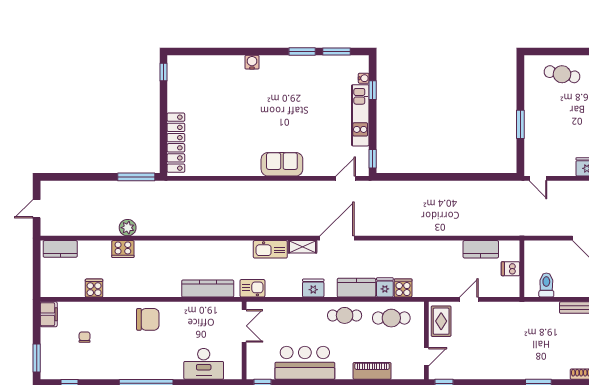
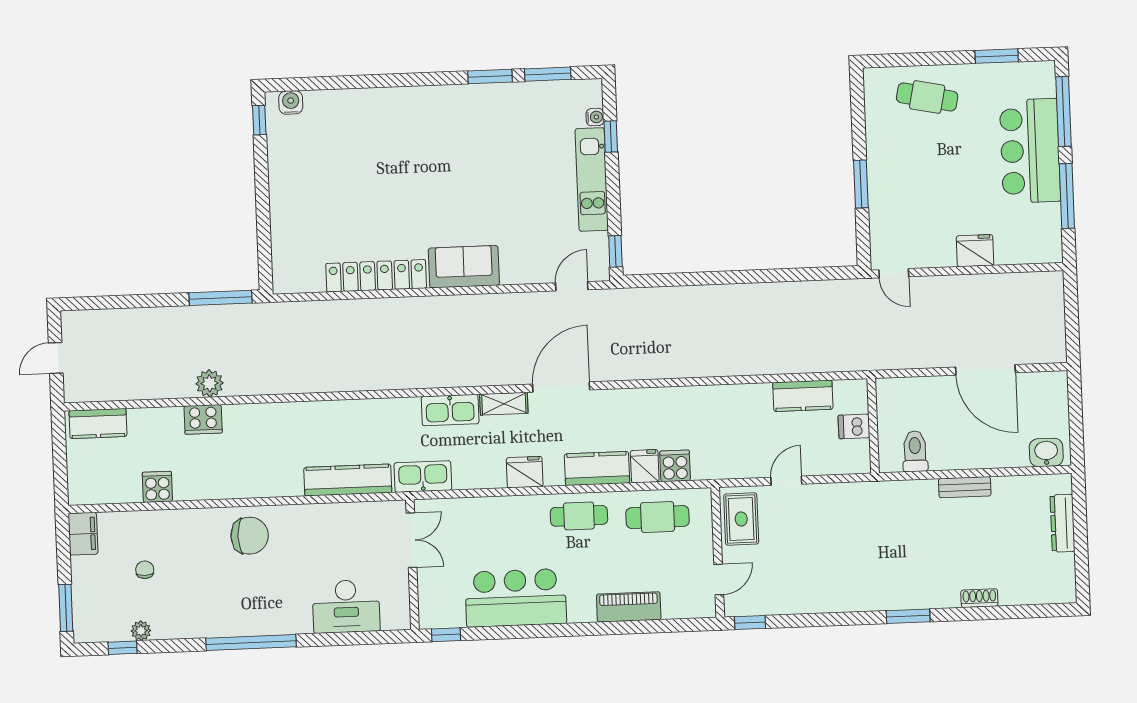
water cooler: (252, 62) -> (291, 102), moved
locker: (176, 143) -> (376, 276), moved, turned -90
kitchen sink: (252, 288) -> (423, 477), width x1.38
plant: (81, 373) -> (141, 631), added

